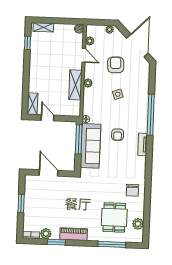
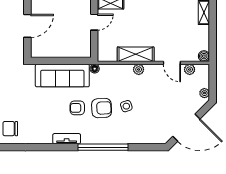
door: (84, 55) -> (172, 63), hinge flipped
armchair: (116, 65) -> (102, 108), moved
window: (79, 139) -> (70, 61), removed

